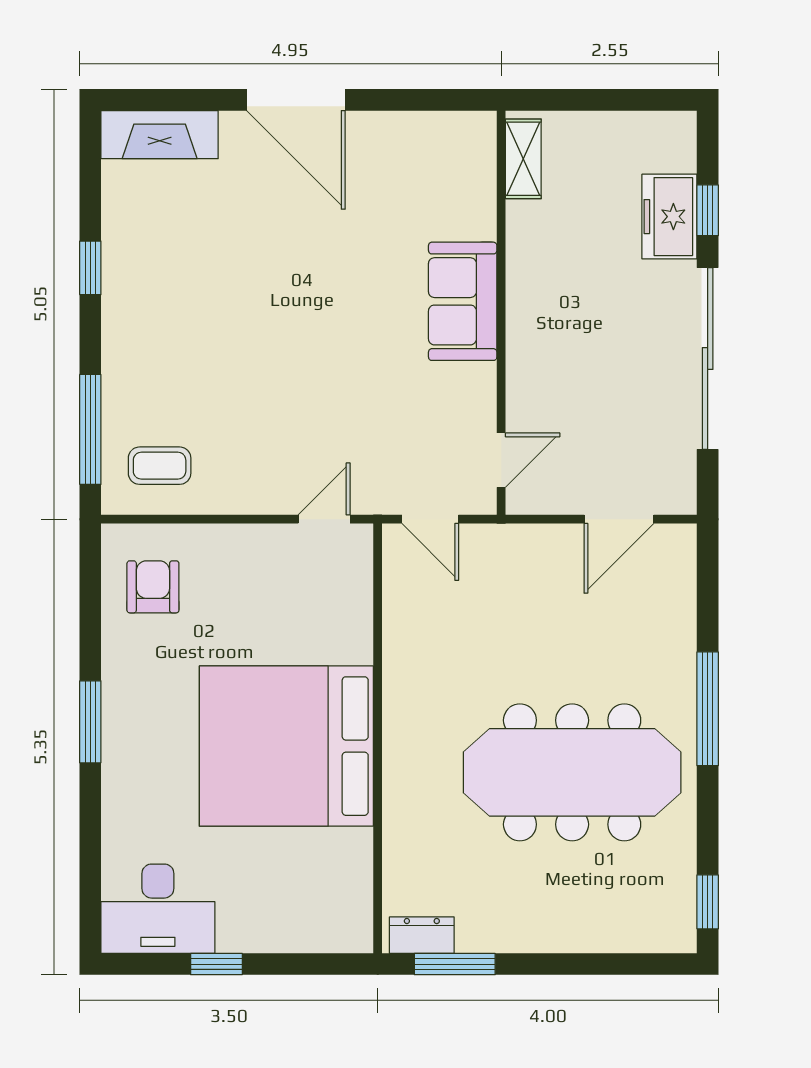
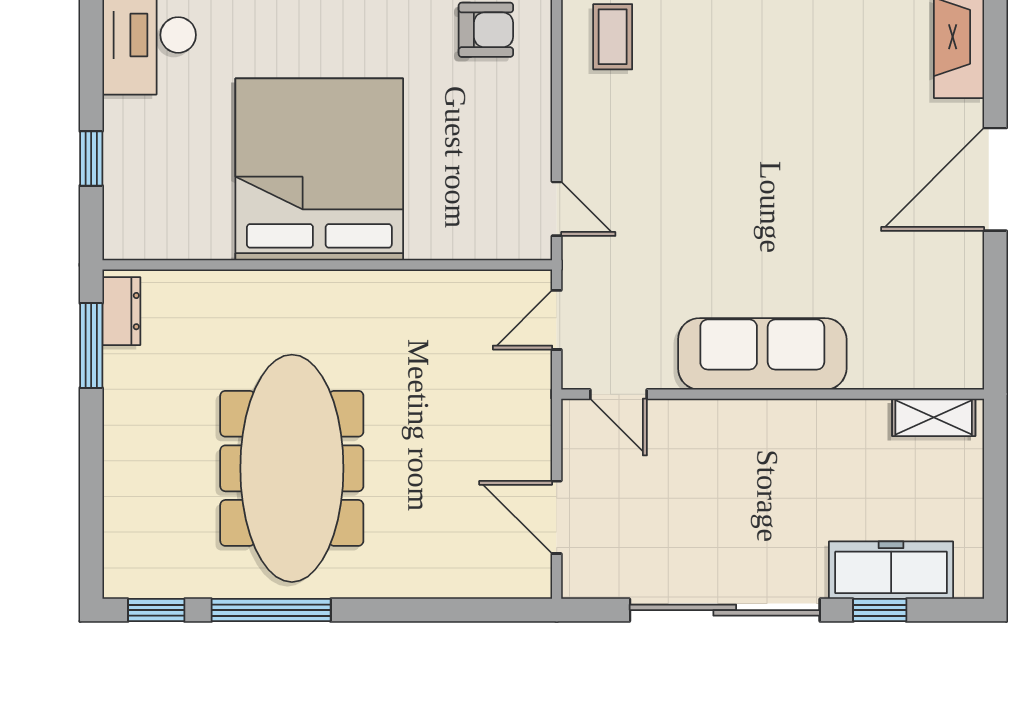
freezer: (669, 217) -> (891, 570), width x1.40
sofa: (463, 301) -> (762, 354), width x1.36
window: (708, 709) -> (271, 610), moved
window: (216, 964) -> (91, 158), moved

